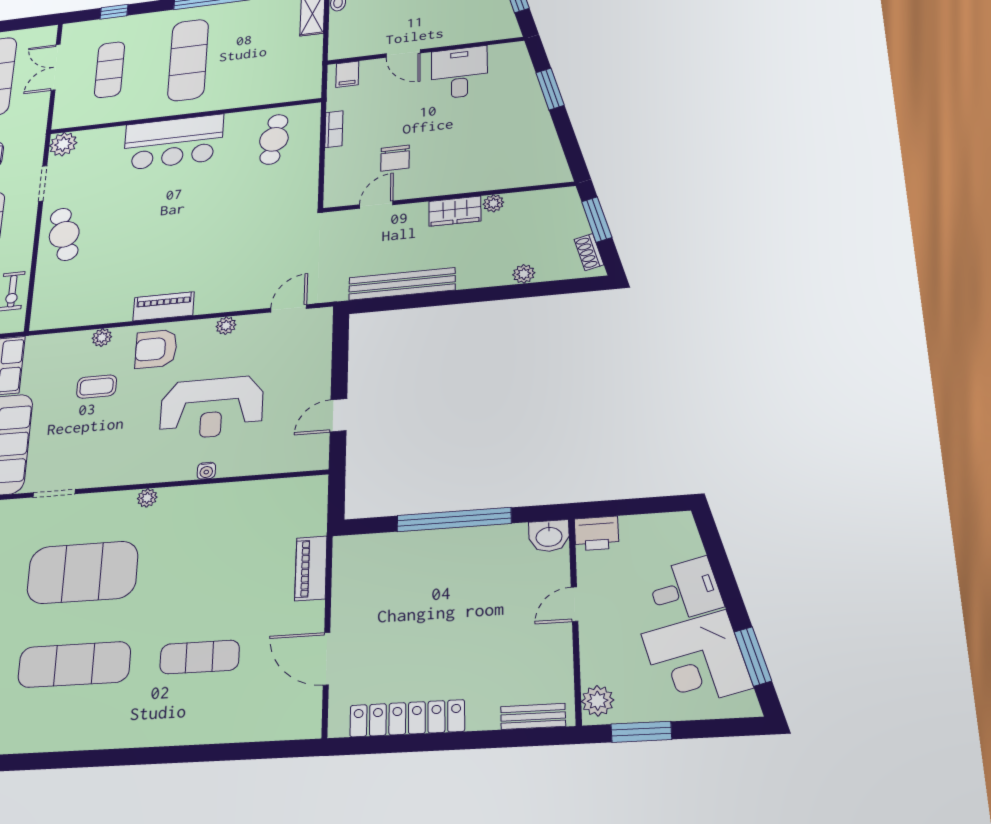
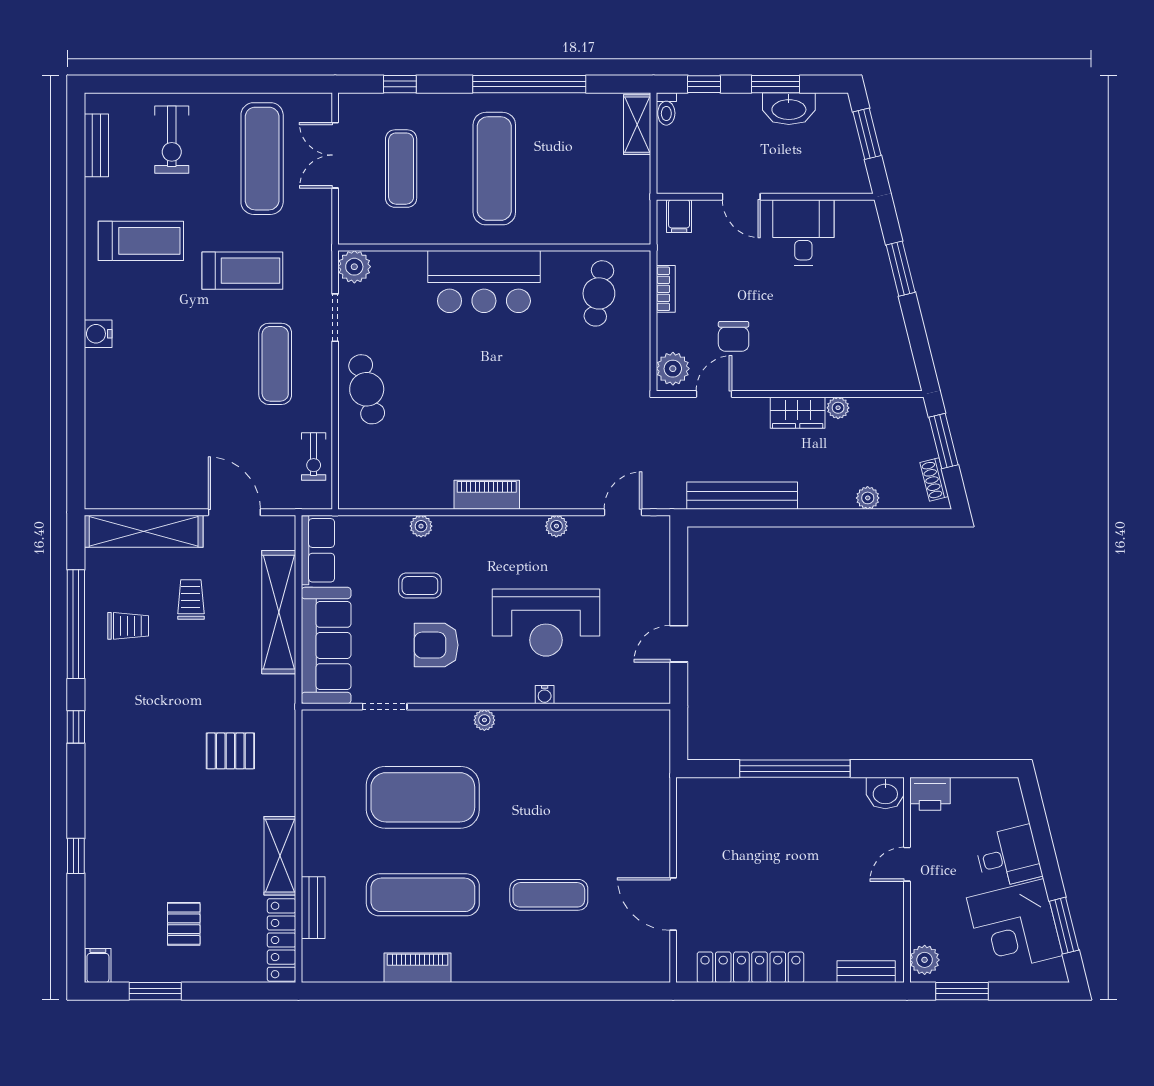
plant: (339, 189) -> (673, 369), added
armchair: (156, 349) -> (436, 645), moved
piano: (311, 568) -> (417, 968), moved, turned 90

